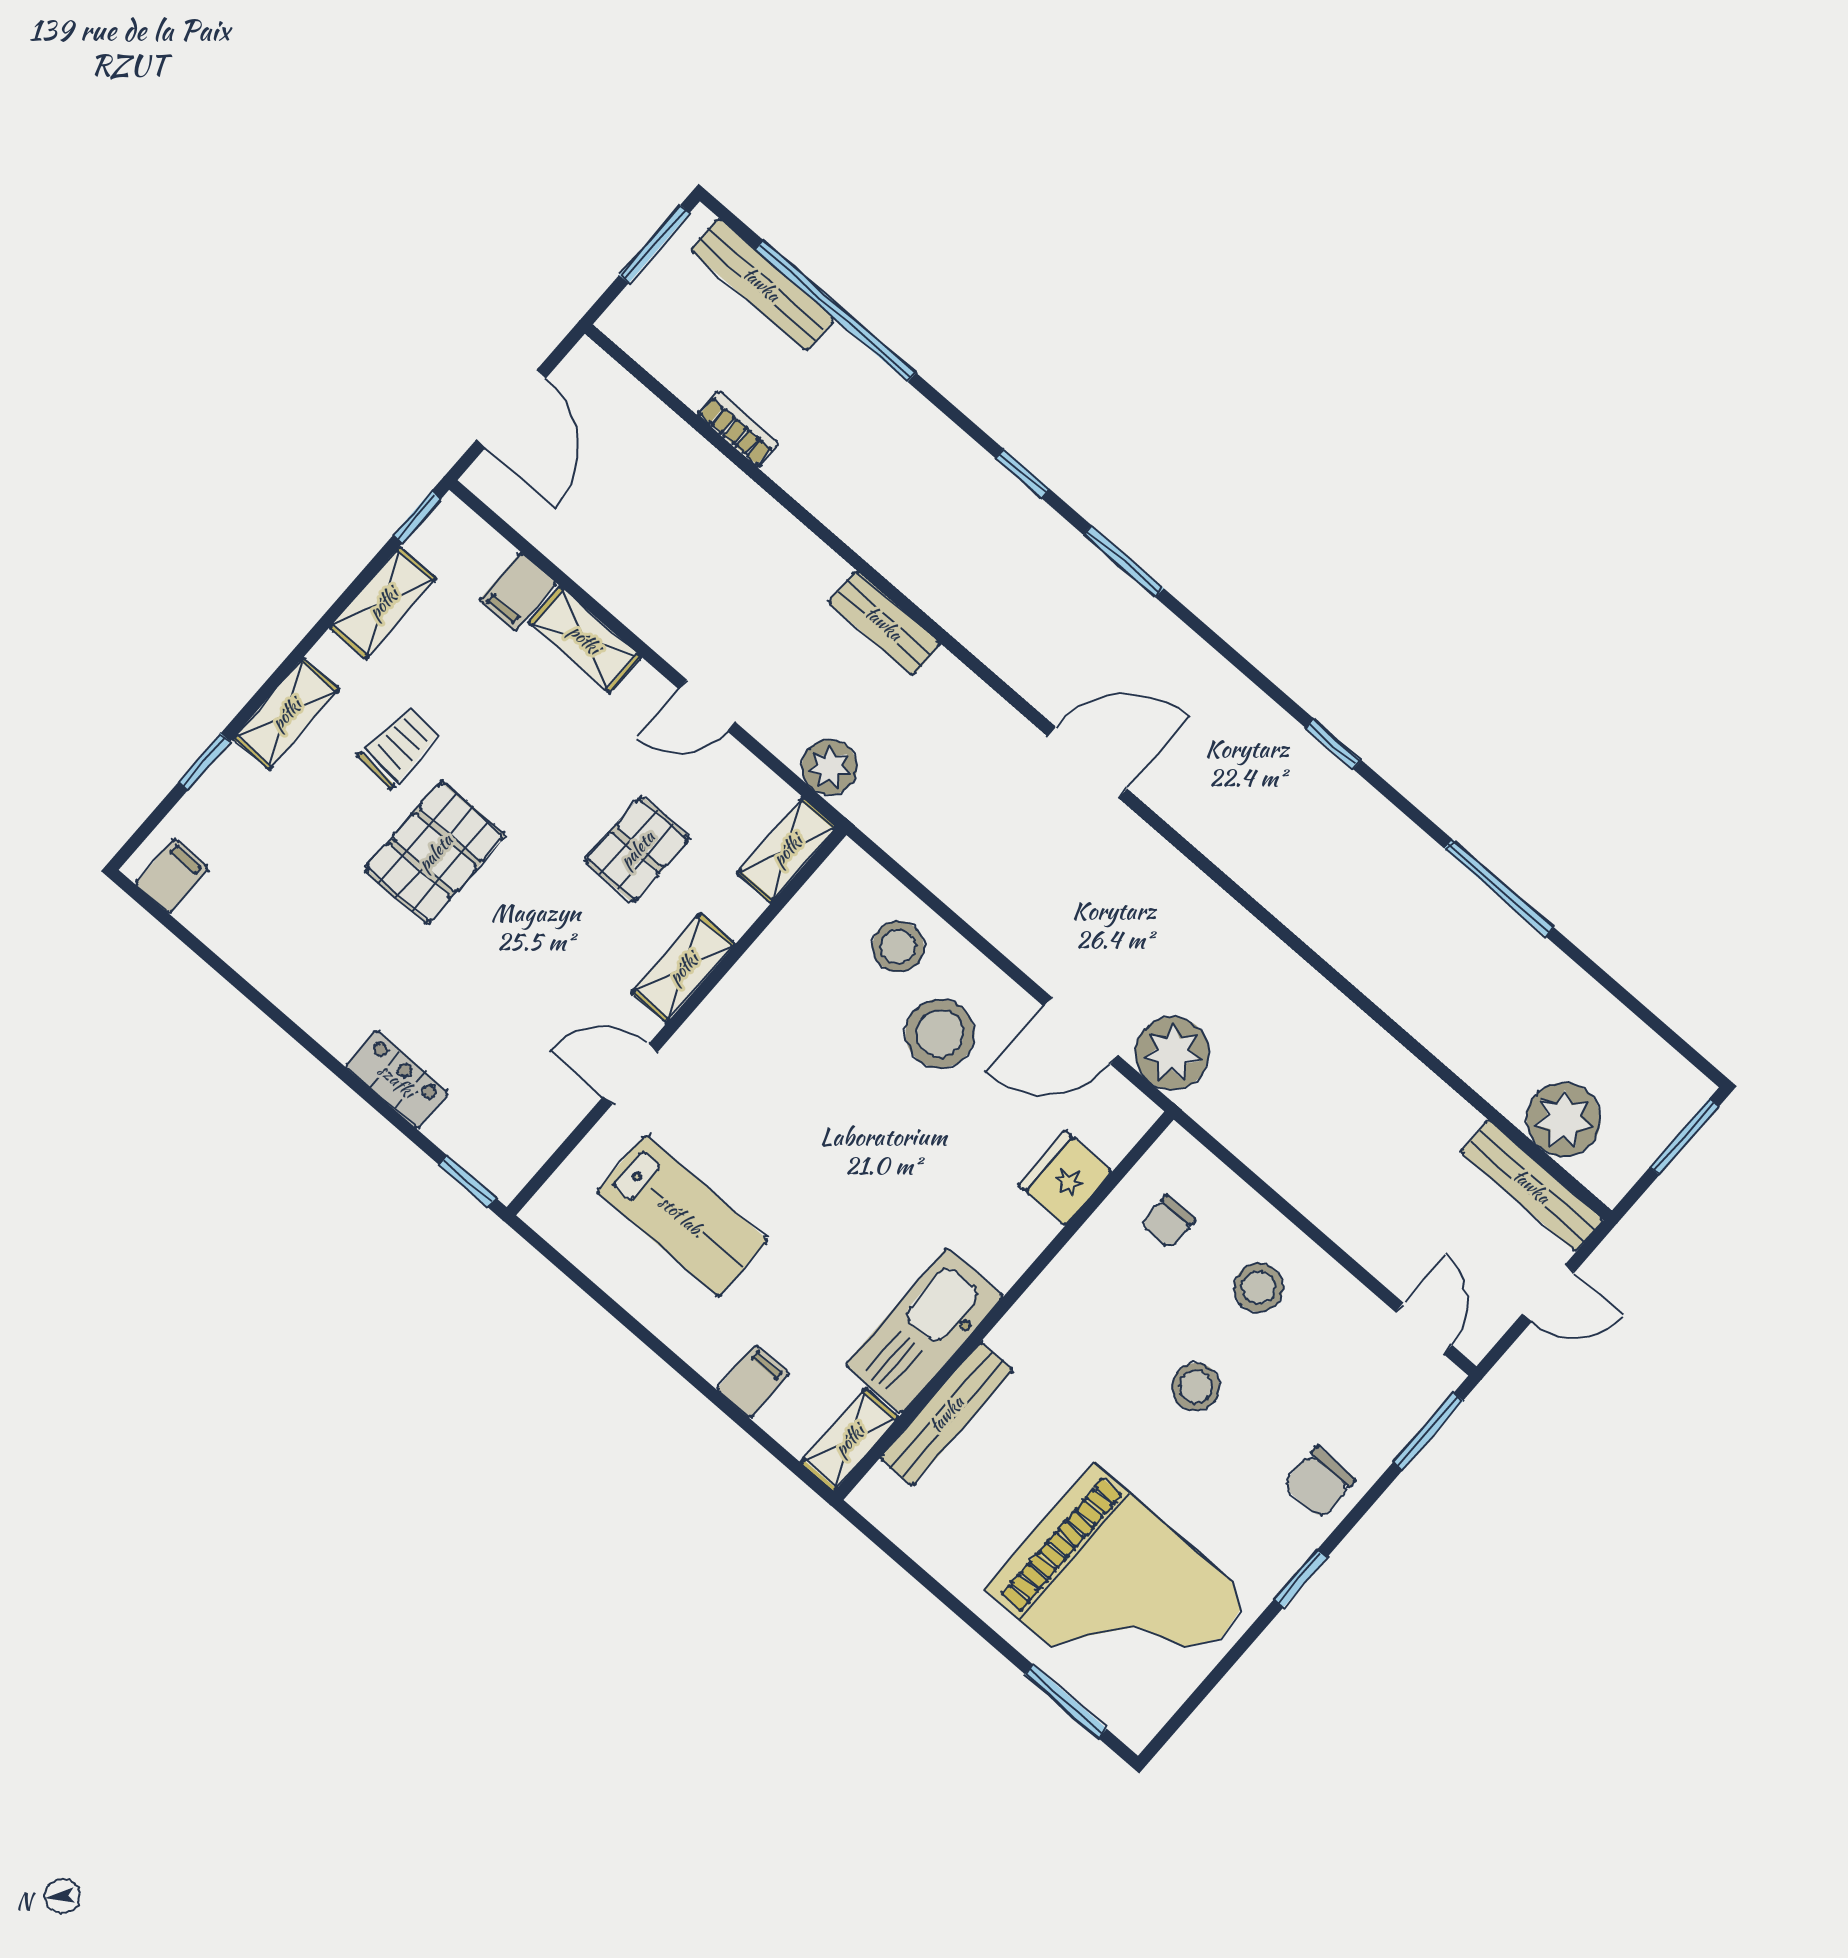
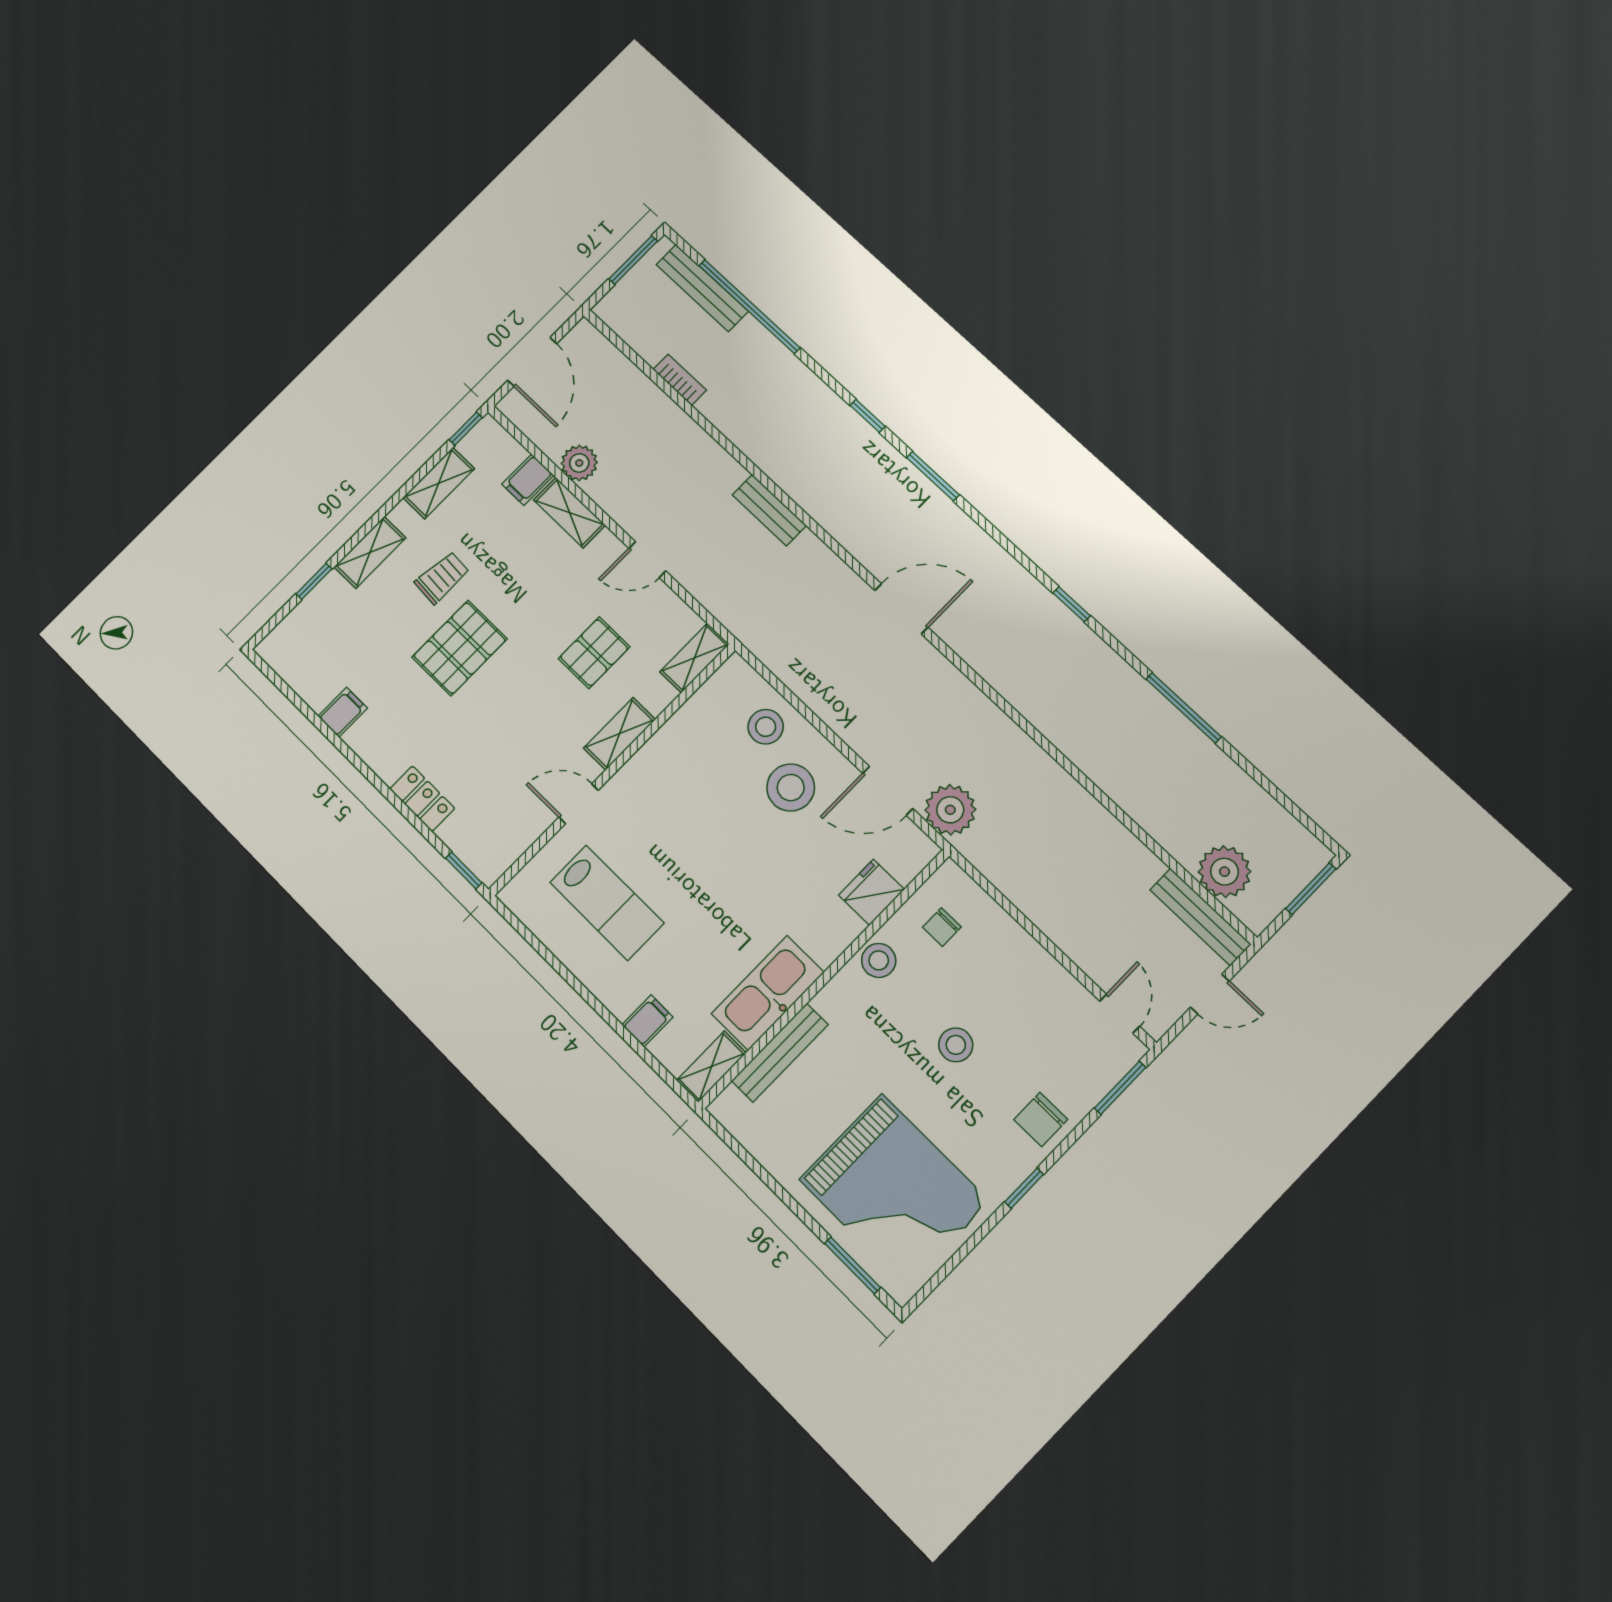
plant: (829, 767) -> (579, 463), moved
filing cabinet: (172, 876) -> (343, 712), moved
stool: (1259, 1288) -> (879, 960), moved

